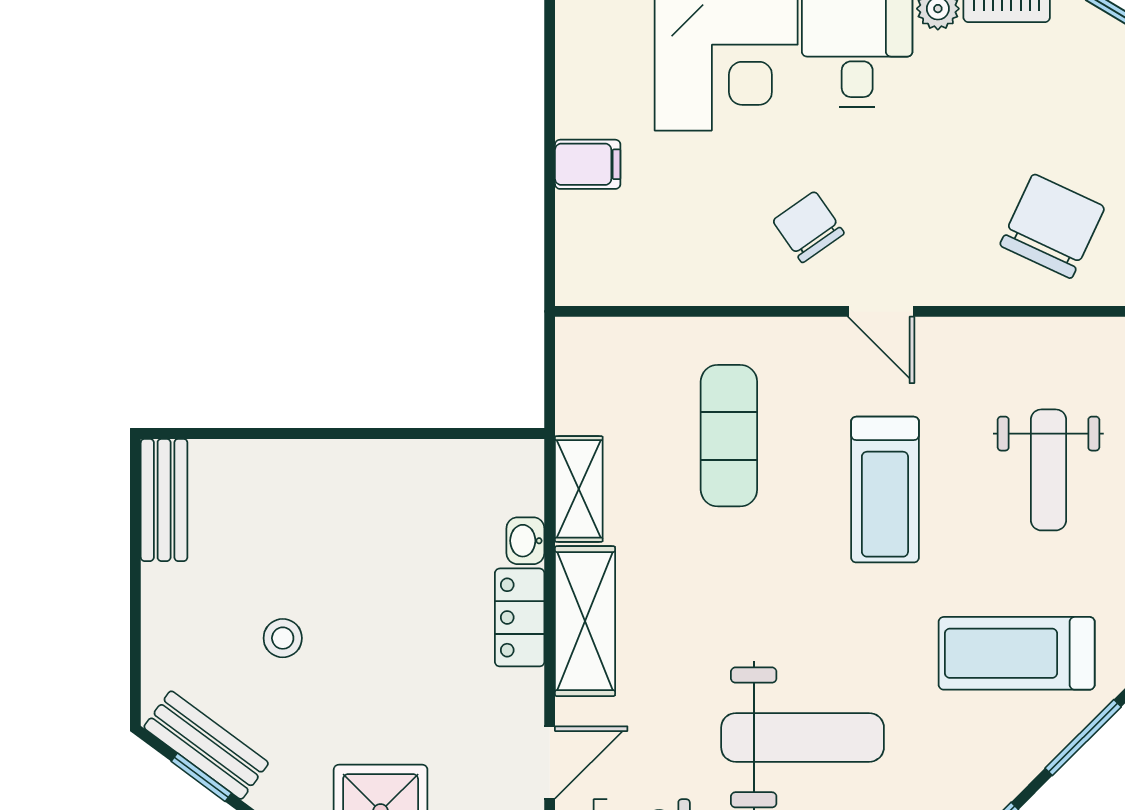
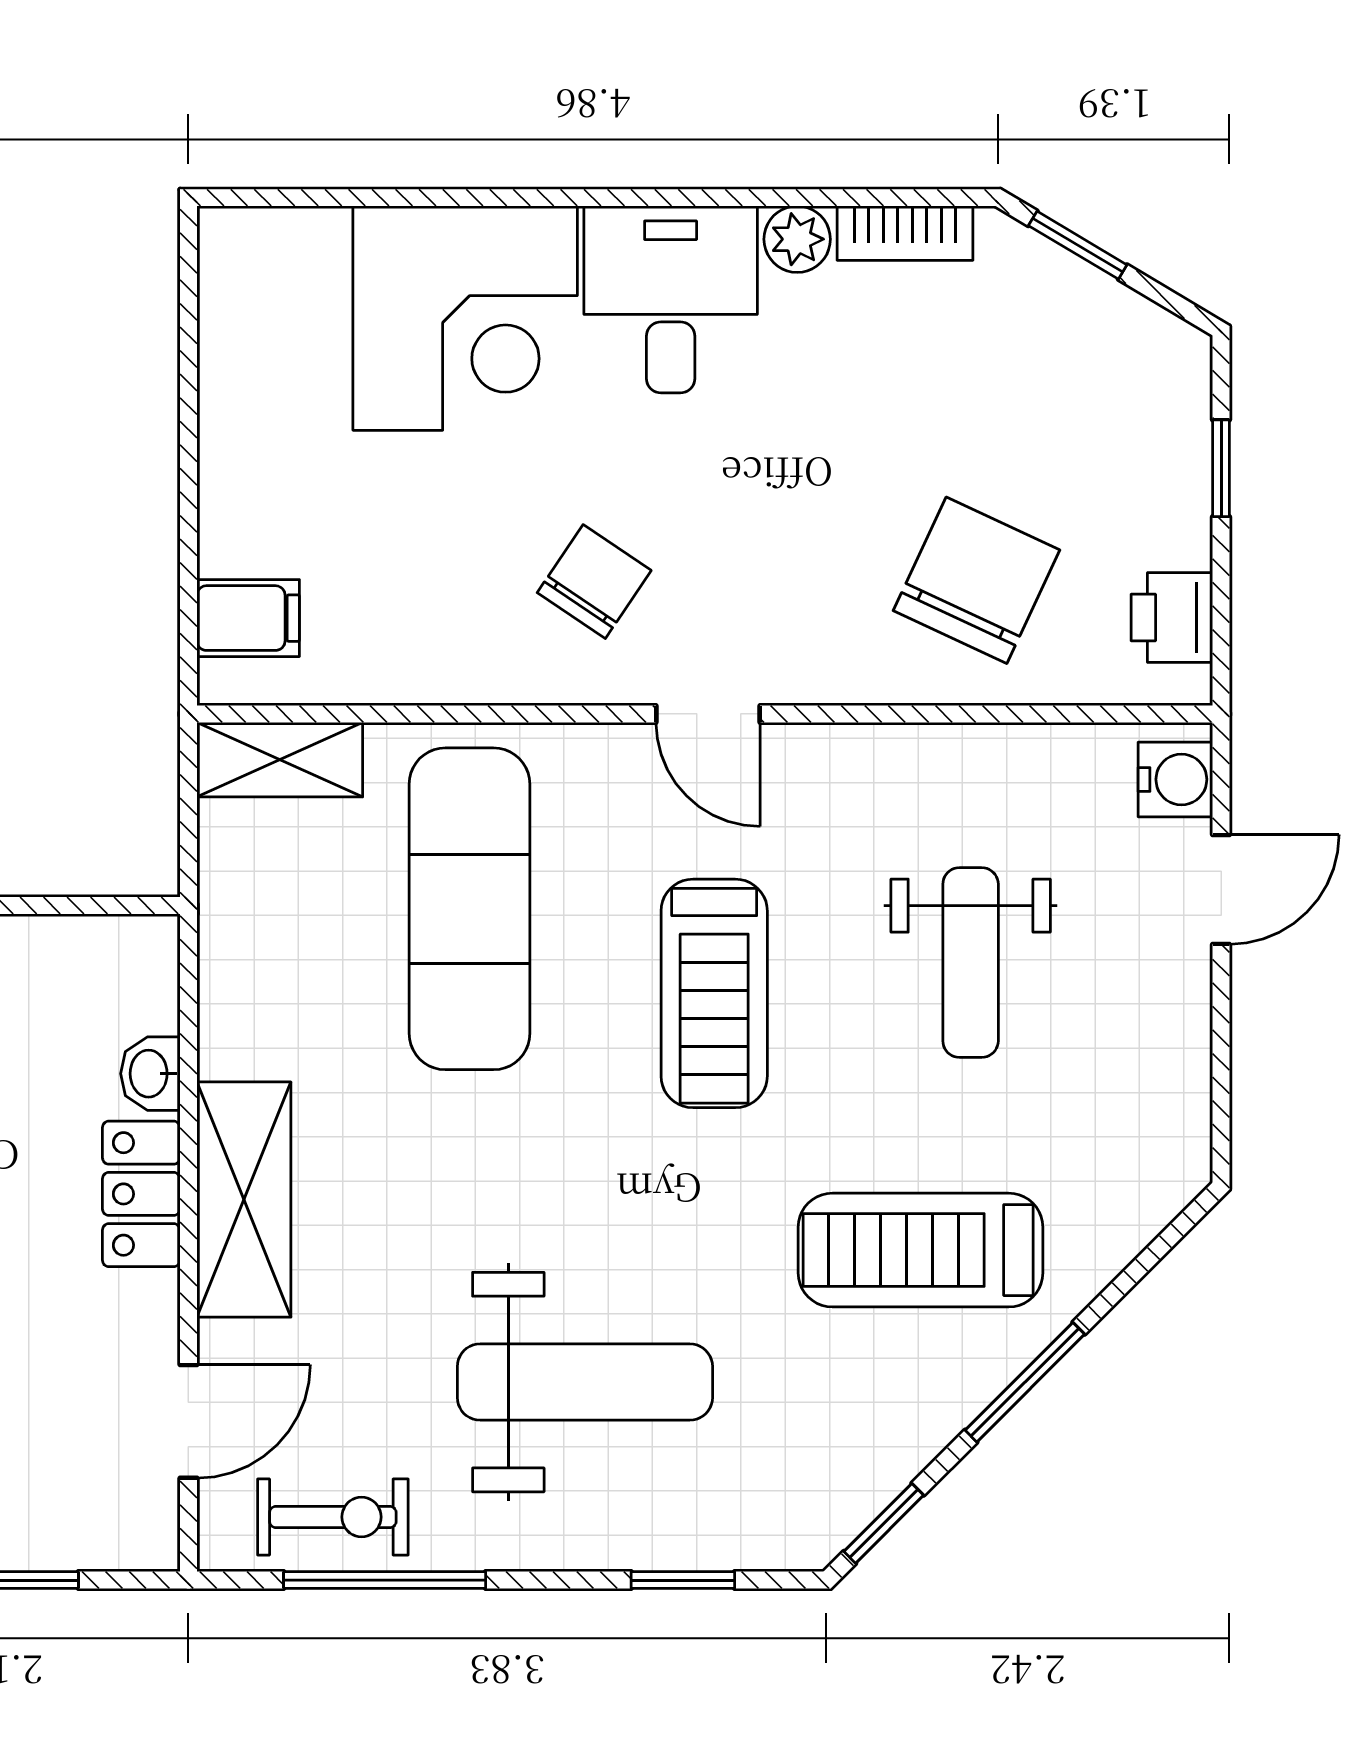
filing cabinet: (588, 164) -> (248, 618), moved
chair: (808, 227) -> (594, 582), turned 69
exercise mat: (729, 436) -> (469, 909), width x1.36, depth x1.45
shelving: (579, 489) -> (280, 760), moved, turned 90

